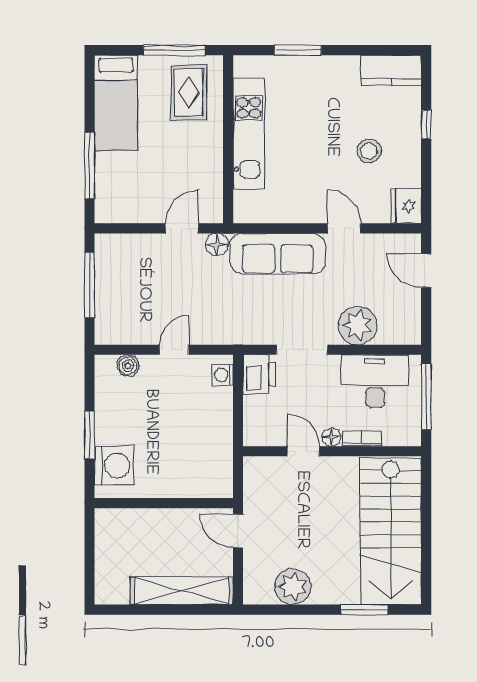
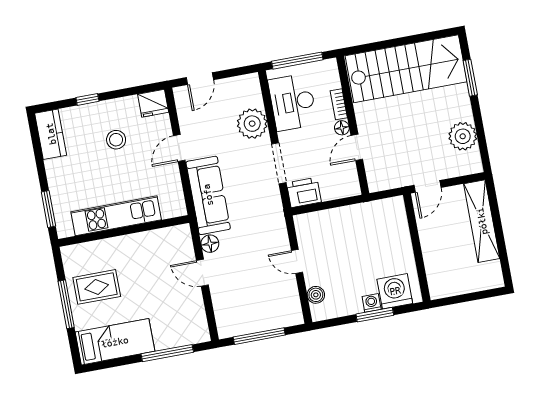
kitchen unit: (249, 134) -> (116, 216), moved
wall: (228, 139) -> (124, 231), moved
washing machine: (223, 375) -> (372, 303), moved, turned 180

